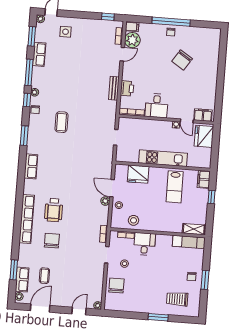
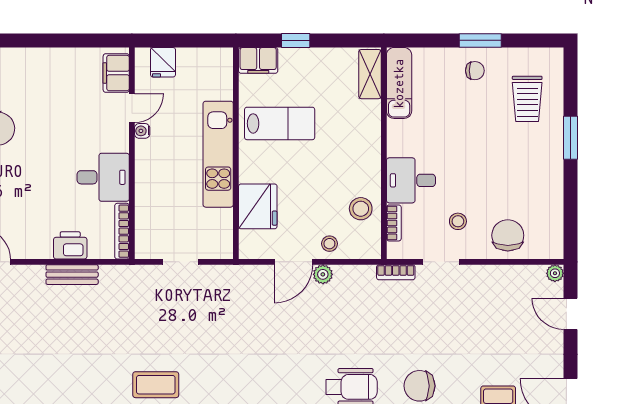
fridge: (204, 136) -> (163, 62), width x0.53, depth x0.75
chair: (116, 286) -> (508, 235), turned 90

